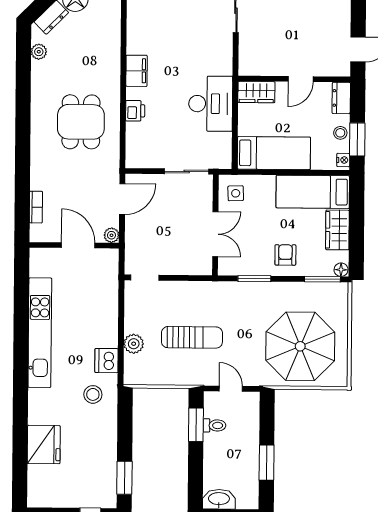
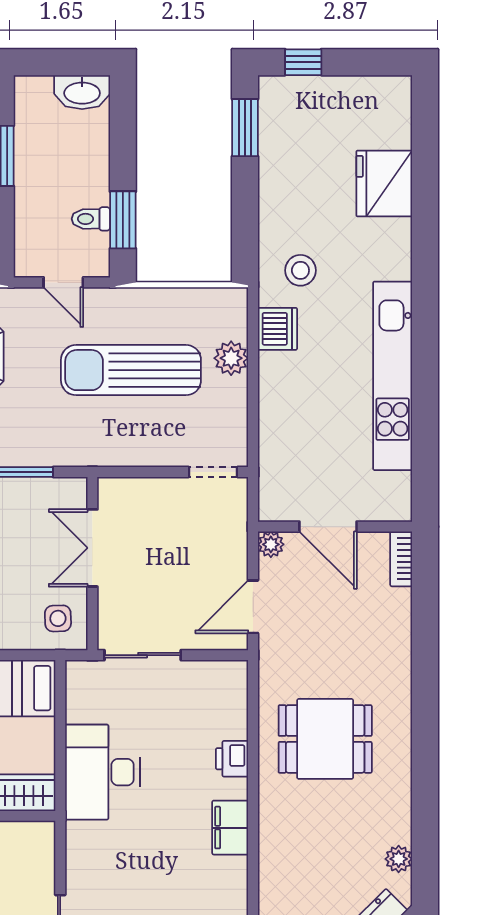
dining table: (81, 122) -> (325, 739), turned 90
bookcase: (36, 207) -> (401, 559), moved
sun lounger: (192, 337) -> (131, 370), width x1.36, depth x1.34

